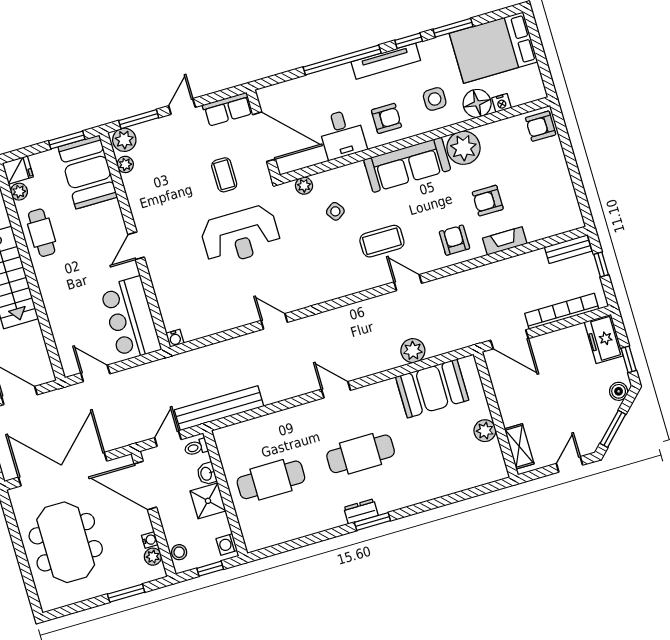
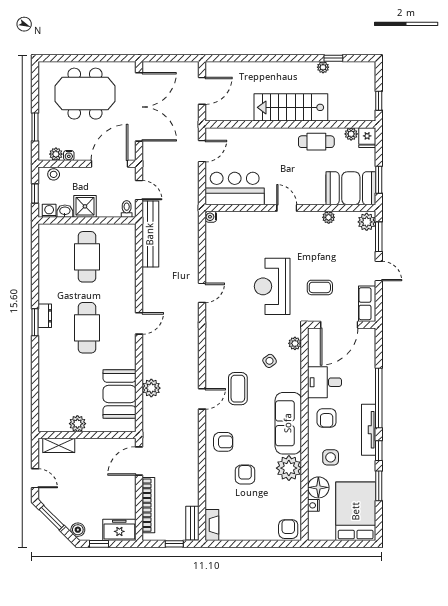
plant: (125, 164) -> (329, 217), moved
fireplace: (505, 241) -> (212, 525), moved
washbasin: (207, 474) -> (65, 211), moved

